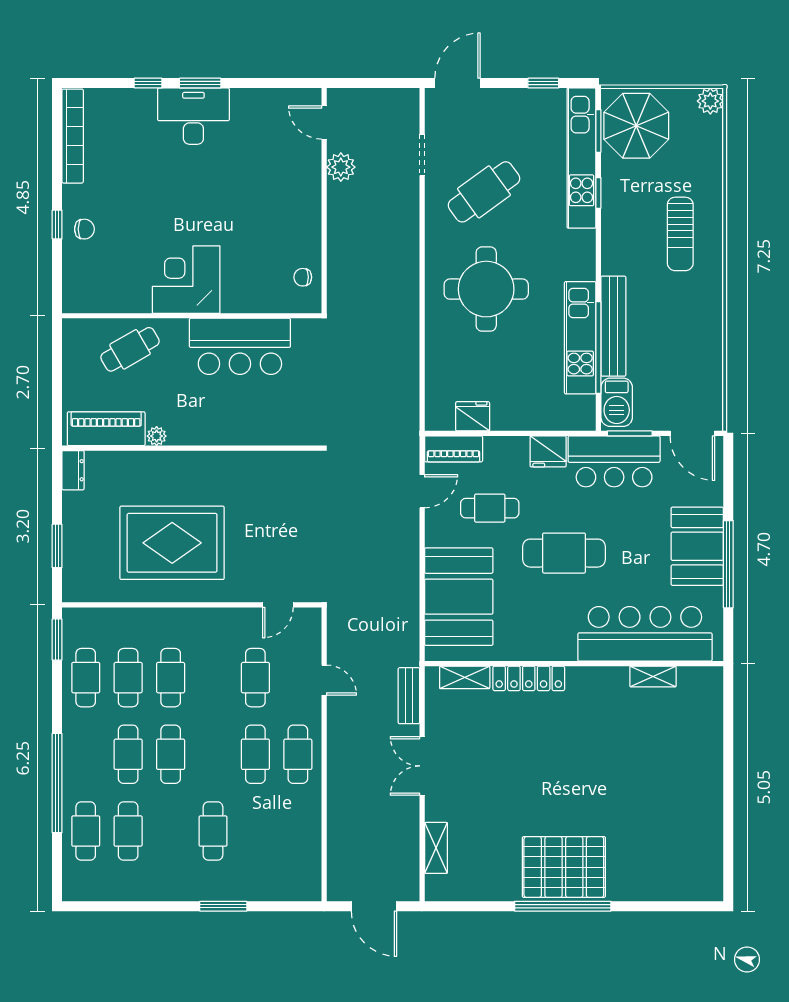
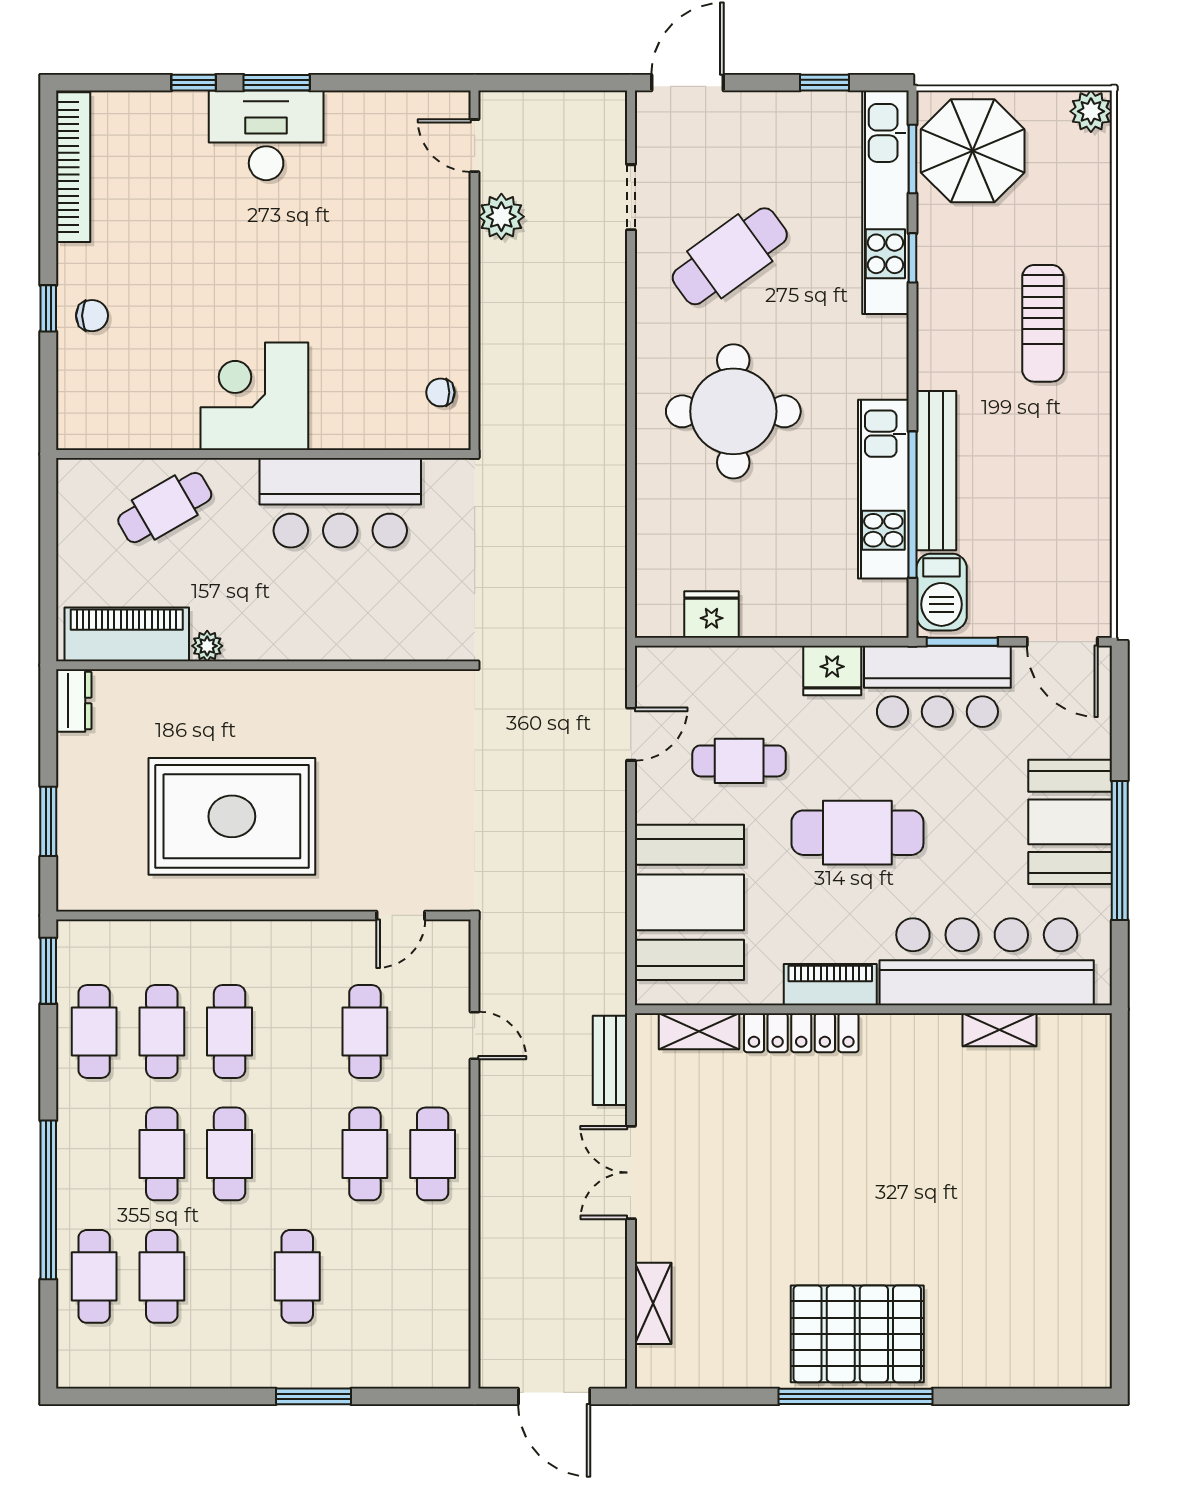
piano: (454, 449) -> (830, 985), moved, turned 180

